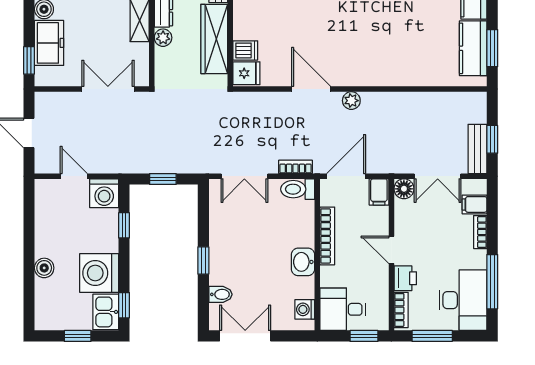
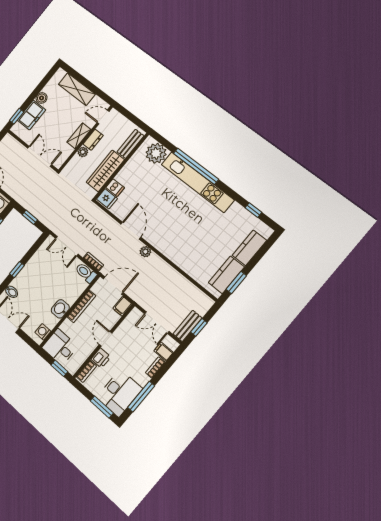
floor lamp: (404, 189) -> (136, 315), removed
window: (432, 336) -> (102, 407), moved

